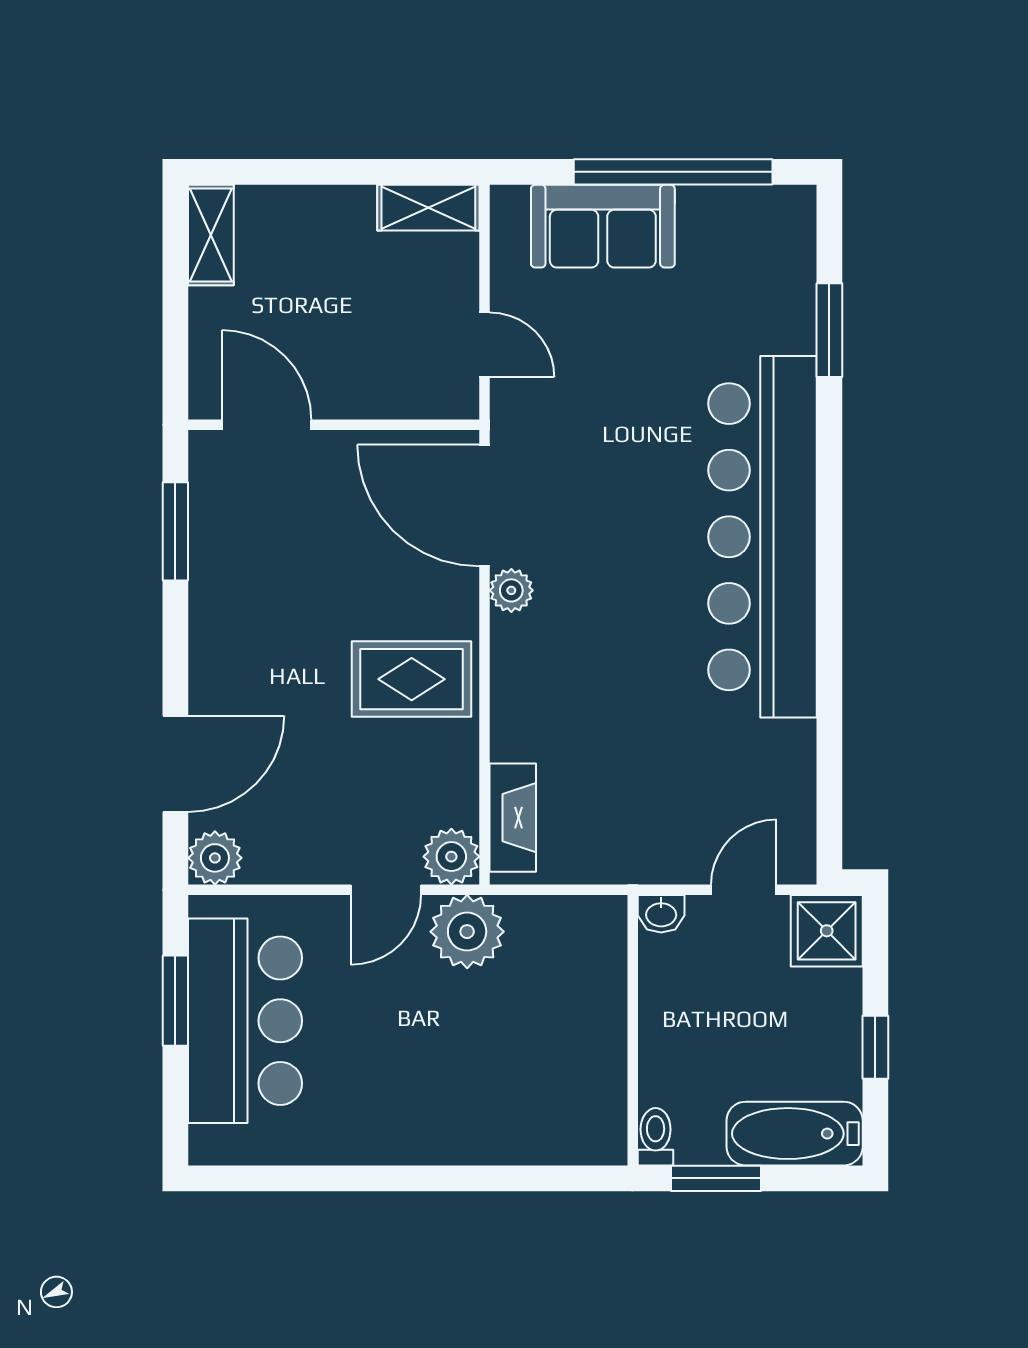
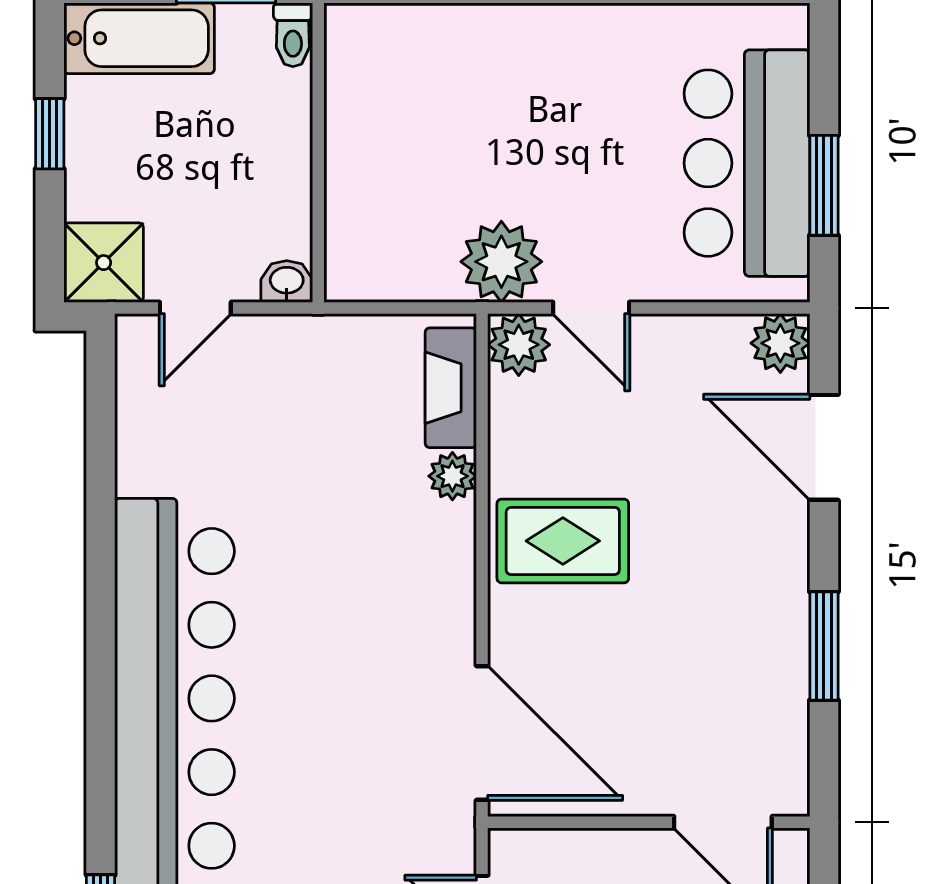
window: (175, 531) -> (824, 646), moved
plant: (511, 590) -> (452, 476), moved
door: (175, 764) -> (824, 447), hinge flipped
door: (386, 890) -> (591, 308), swing flipped

